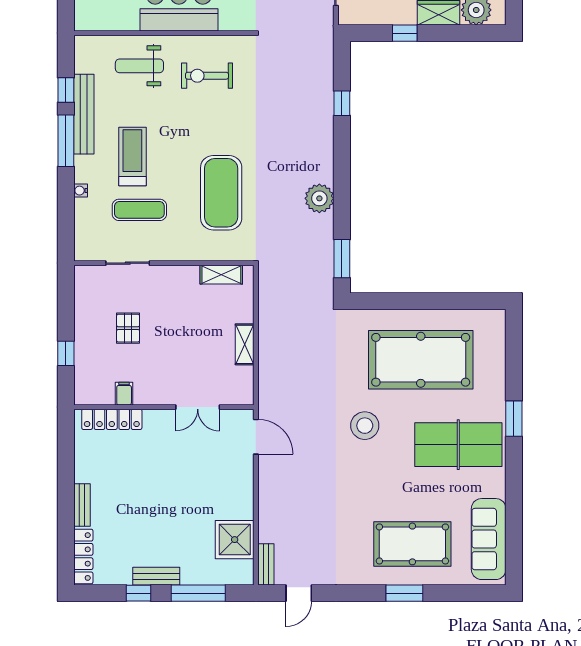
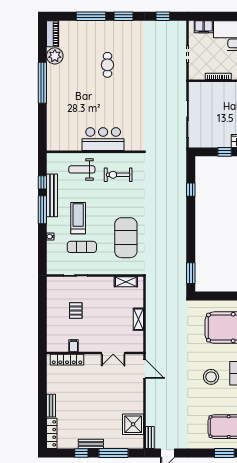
plant: (319, 198) -> (179, 241), removed
window: (66, 353) -> (42, 324), removed
stool: (365, 426) -> (211, 377), moved

